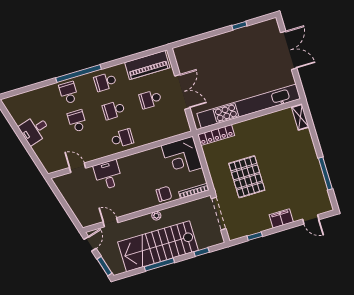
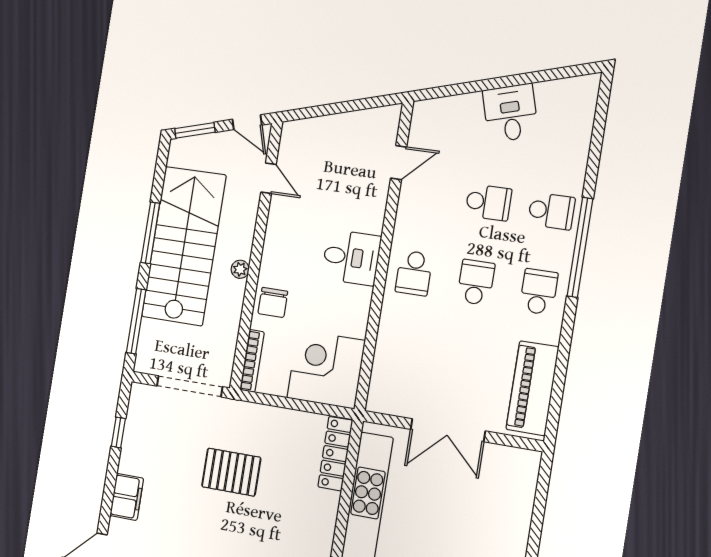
school desk: (150, 99) -> (463, 362), removed
desk: (108, 175) -> (351, 257), moved
pallet: (247, 177) -> (231, 472), width x0.73, depth x0.71
door: (110, 222) -> (268, 178), hinge flipped
window: (202, 252) -> (136, 321), width x2.17

